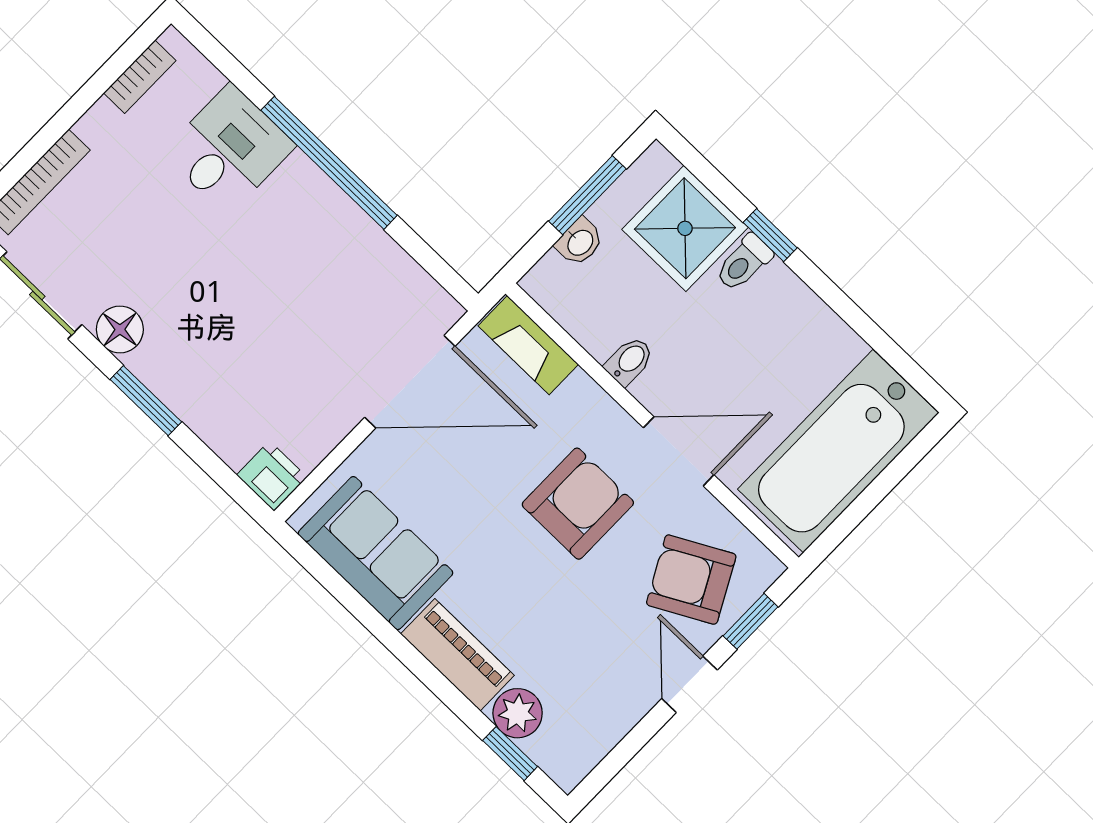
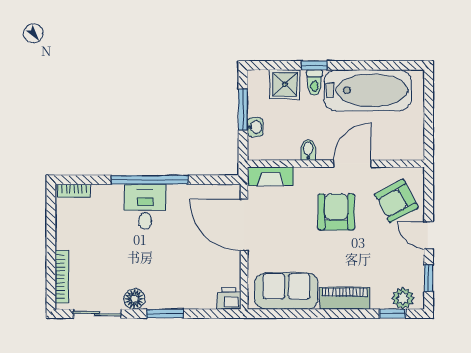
bookcase: (140, 77) -> (74, 191), moved, turned 90
desk: (229, 149) -> (145, 207), moved
shower: (685, 228) -> (285, 84), width x0.73, depth x0.73
door: (410, 382) -> (244, 225), swing flipped
bathtub: (838, 451) -> (368, 90), moved, turned -90
window: (751, 621) -> (429, 278), moved
plant: (518, 713) -> (403, 298), moved

